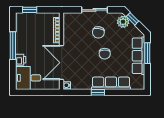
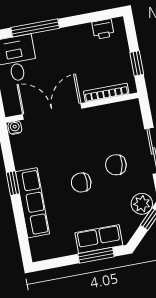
window: (30, 10) -> (137, 63), moved
window: (13, 46) -> (35, 28), moved
row of seats: (138, 56) -> (99, 239), width x0.68
printer: (21, 60) -> (103, 29), moved

